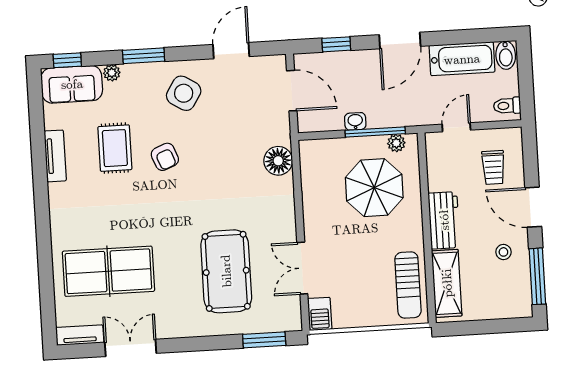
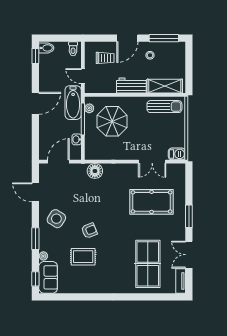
door: (400, 41) -> (35, 103), hinge flipped
window: (336, 44) -> (35, 56), moved
bathtub: (462, 59) -> (73, 103), moved, turned 180
washbasin: (355, 121) -> (77, 139), moved
tv unit: (55, 156) -> (85, 288), removed
window: (264, 340) -> (189, 216), moved

